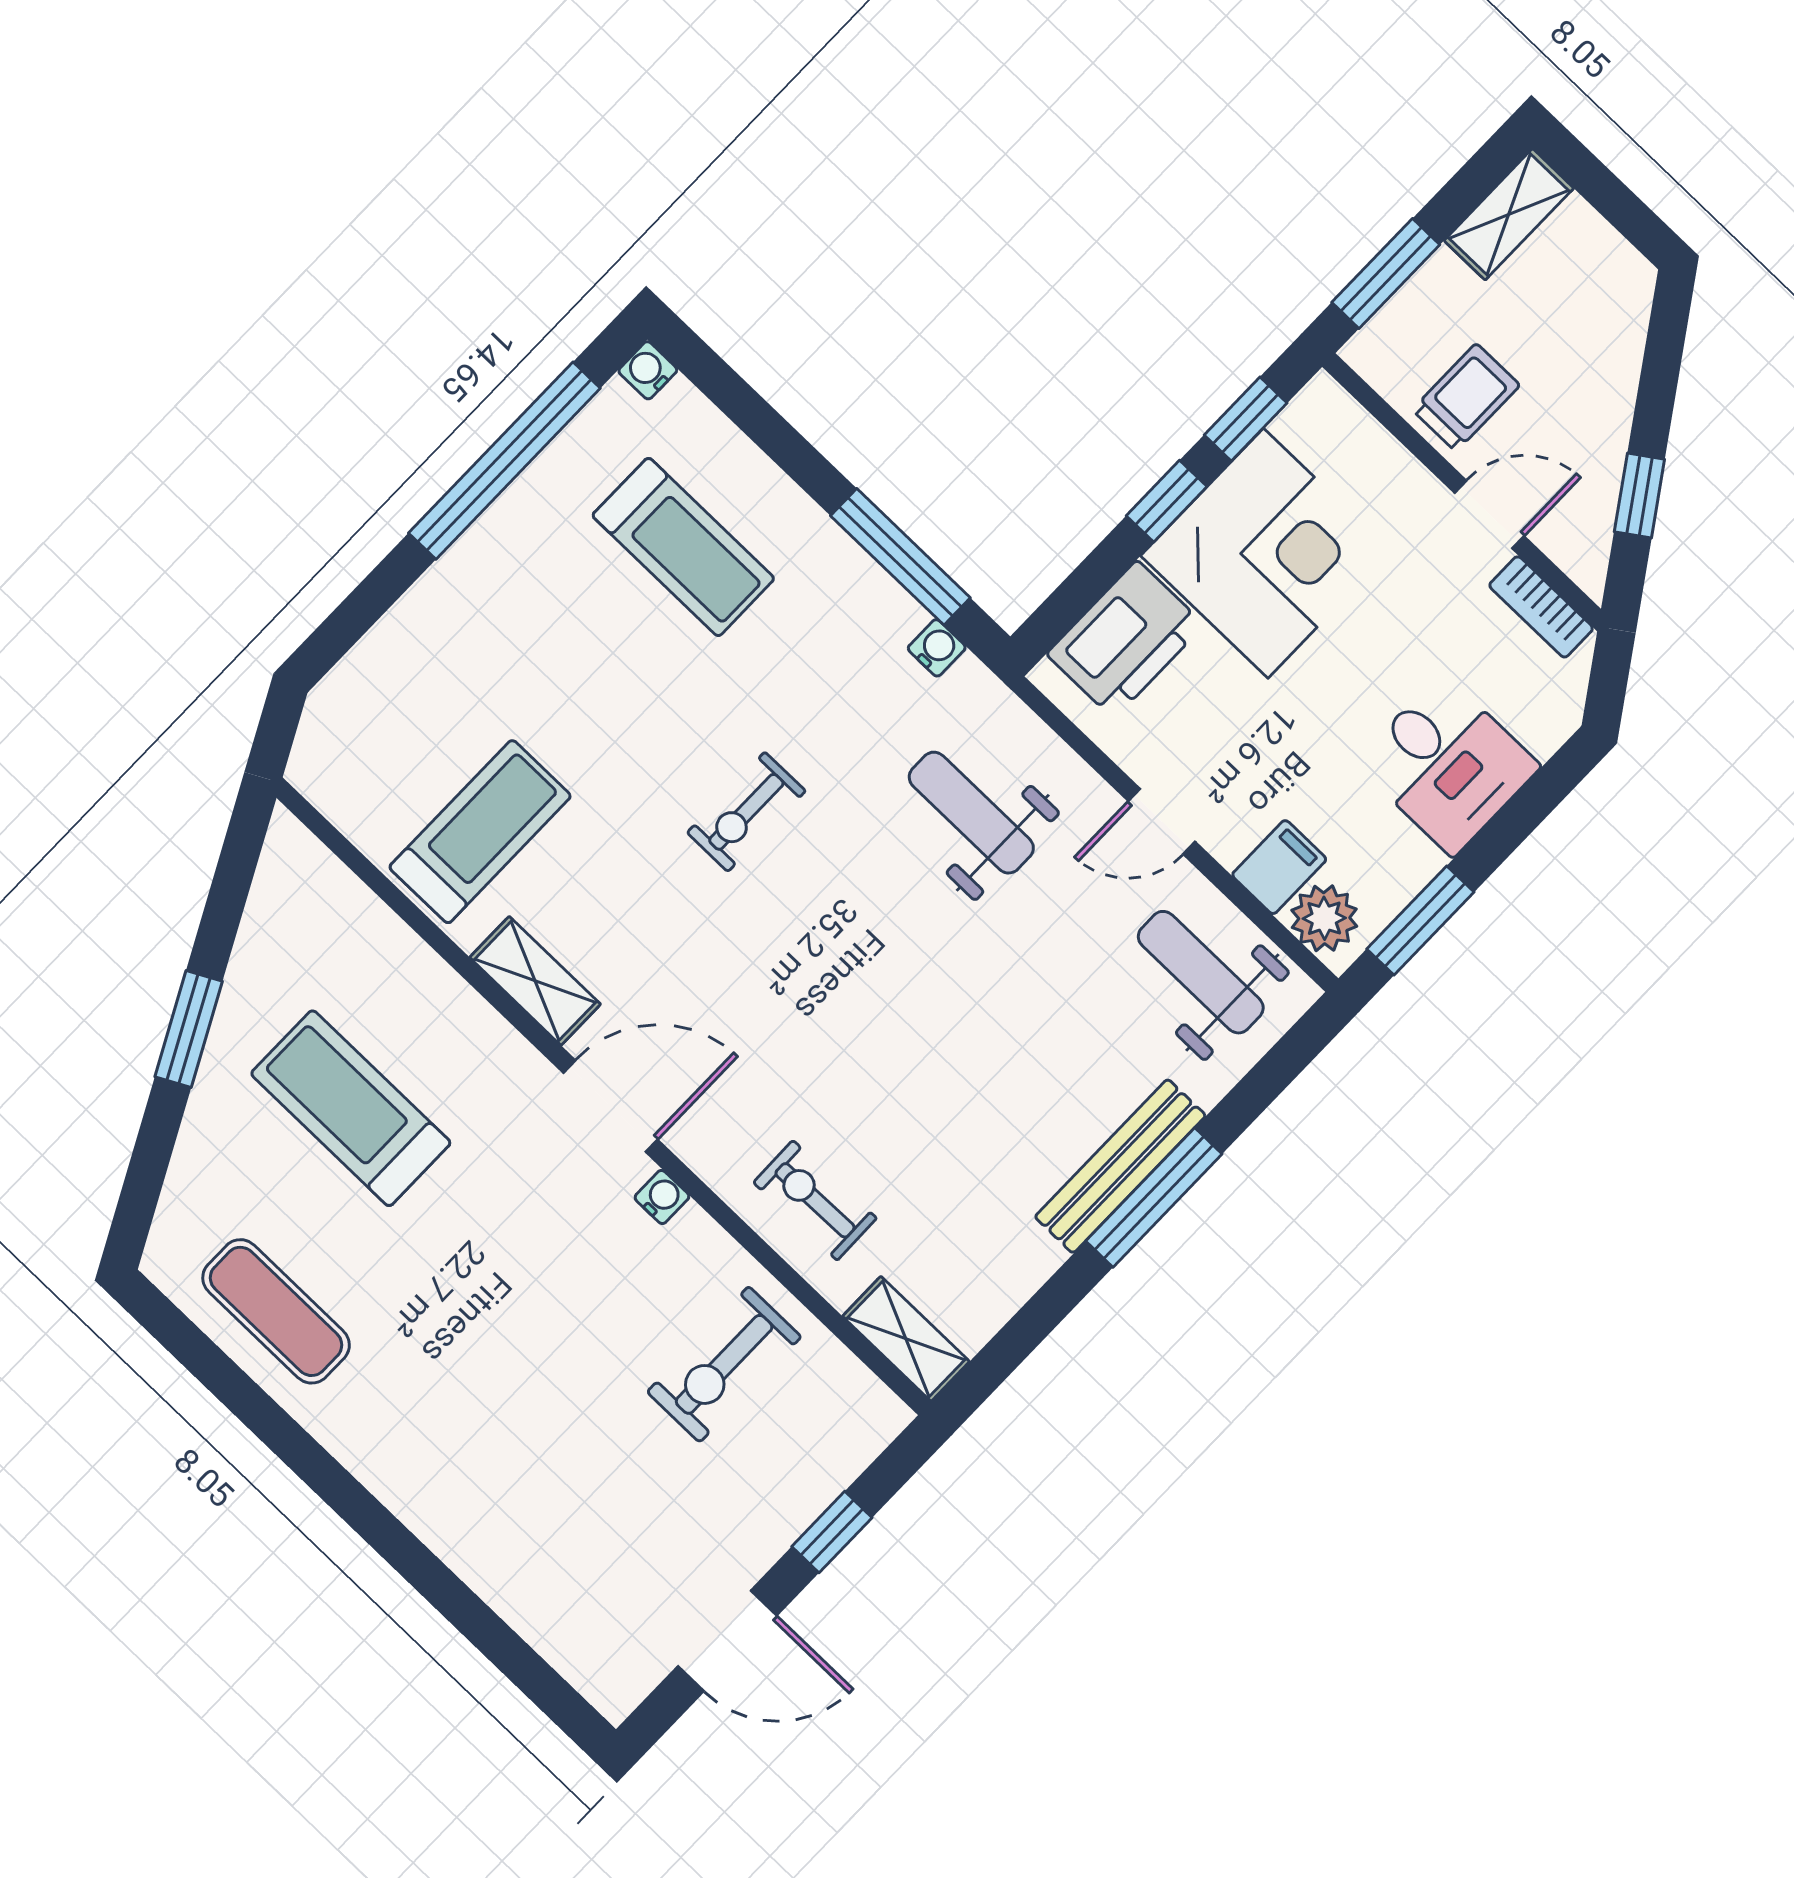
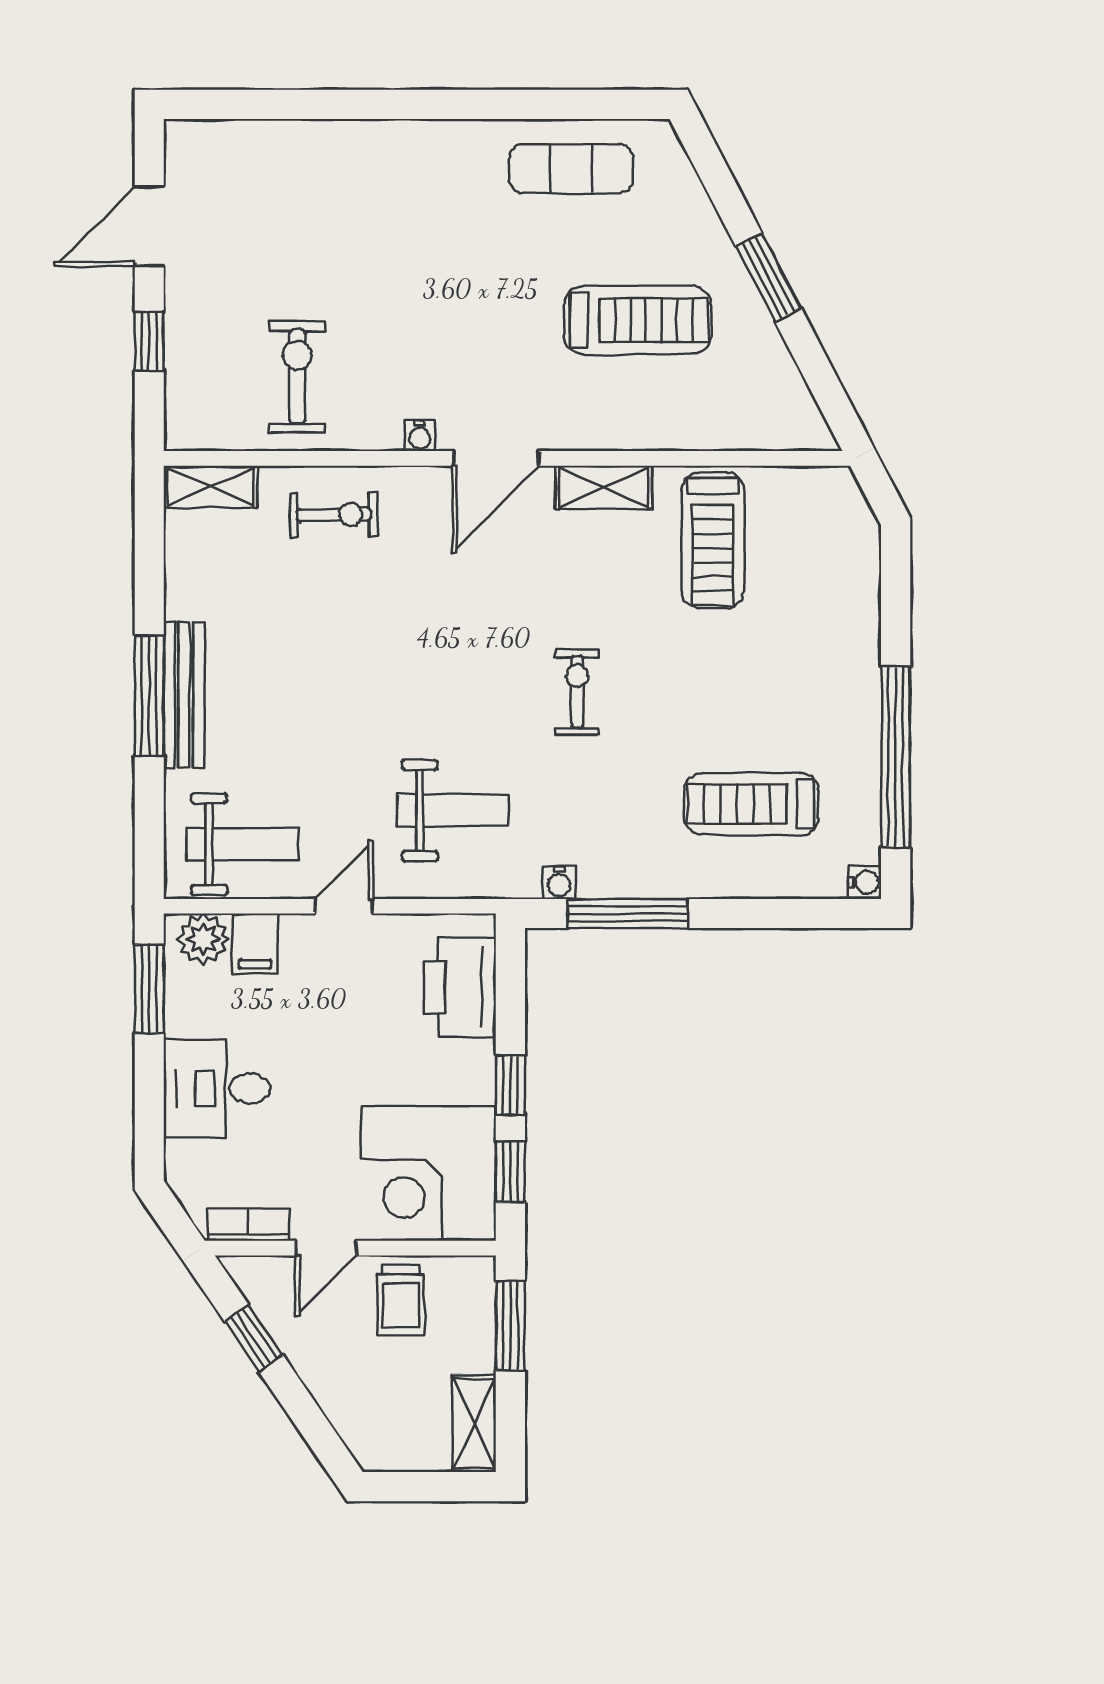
corner desk: (1266, 553) -> (428, 1173), moved

